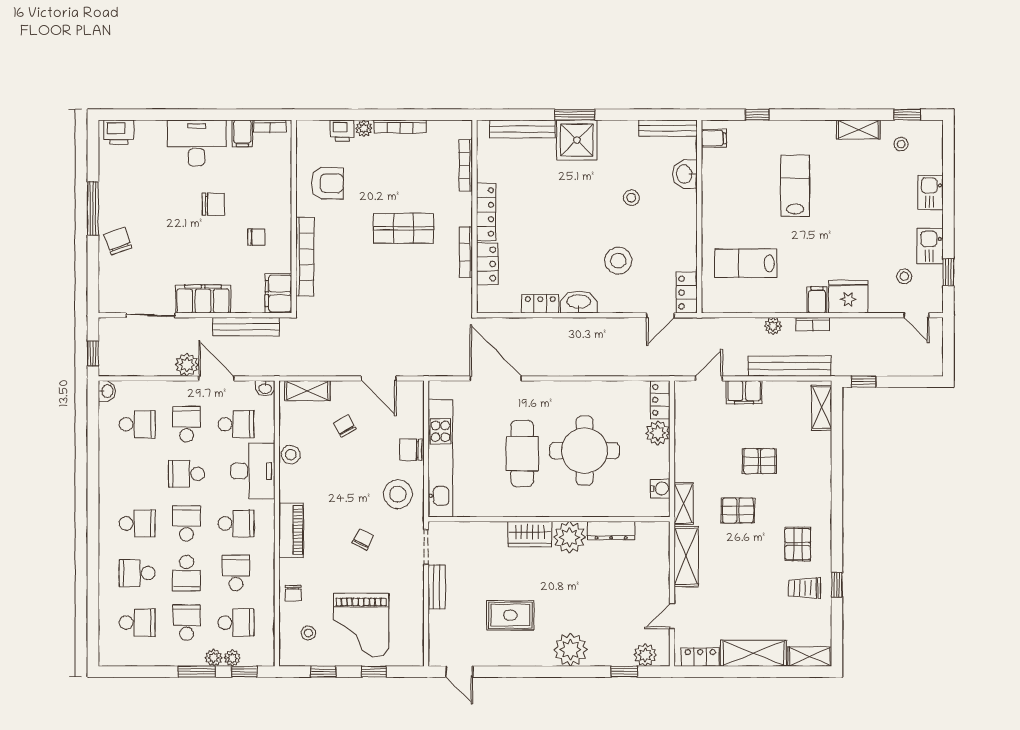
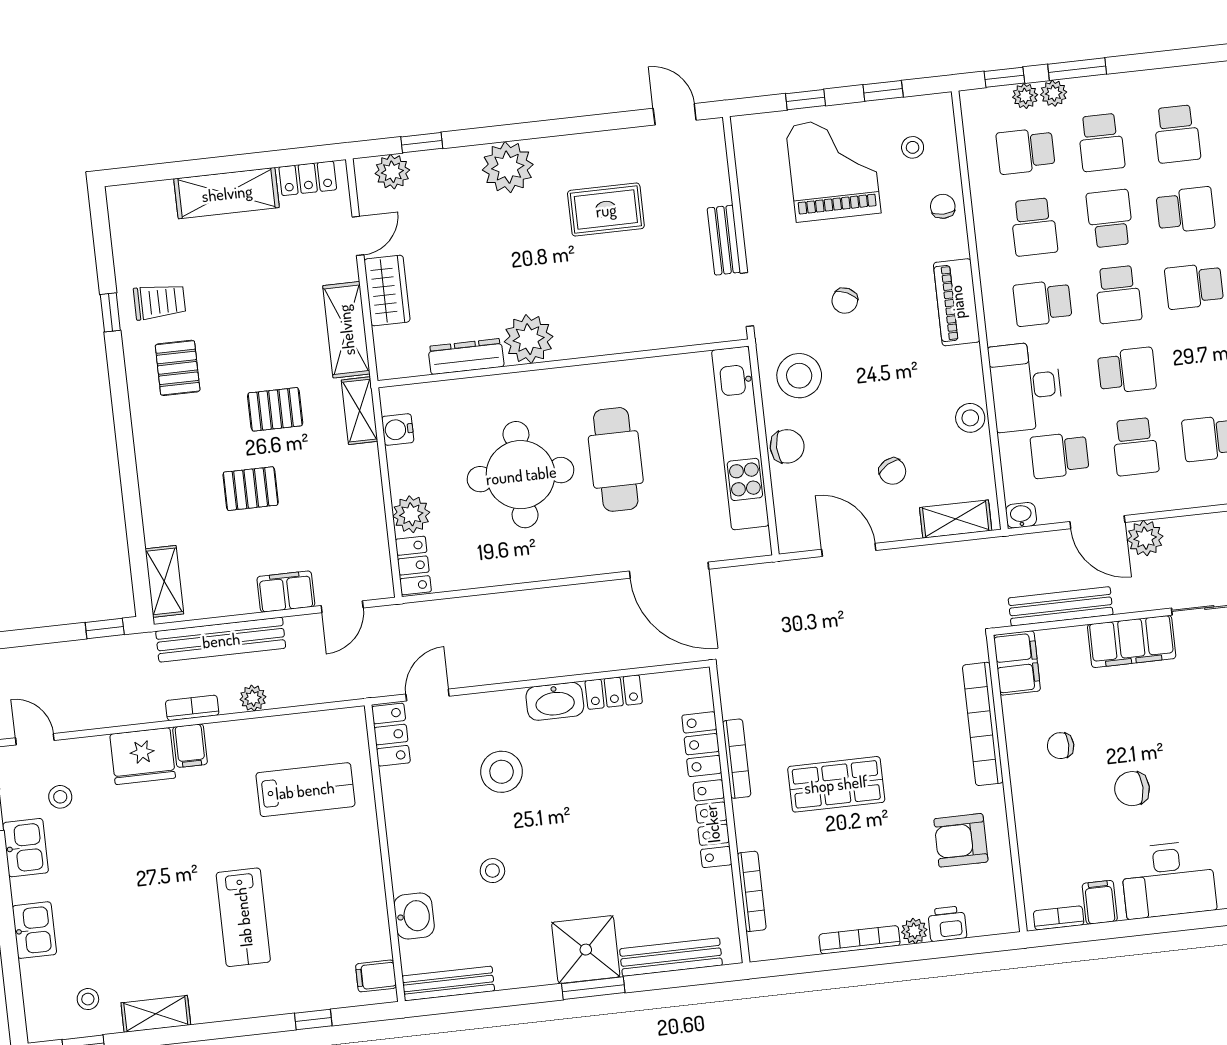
wardrobe: (530, 534) -> (387, 290), moved, turned 90
school desk: (137, 623) -> (1177, 134), turned -90
shelving: (810, 657) -> (139, 198), removed

